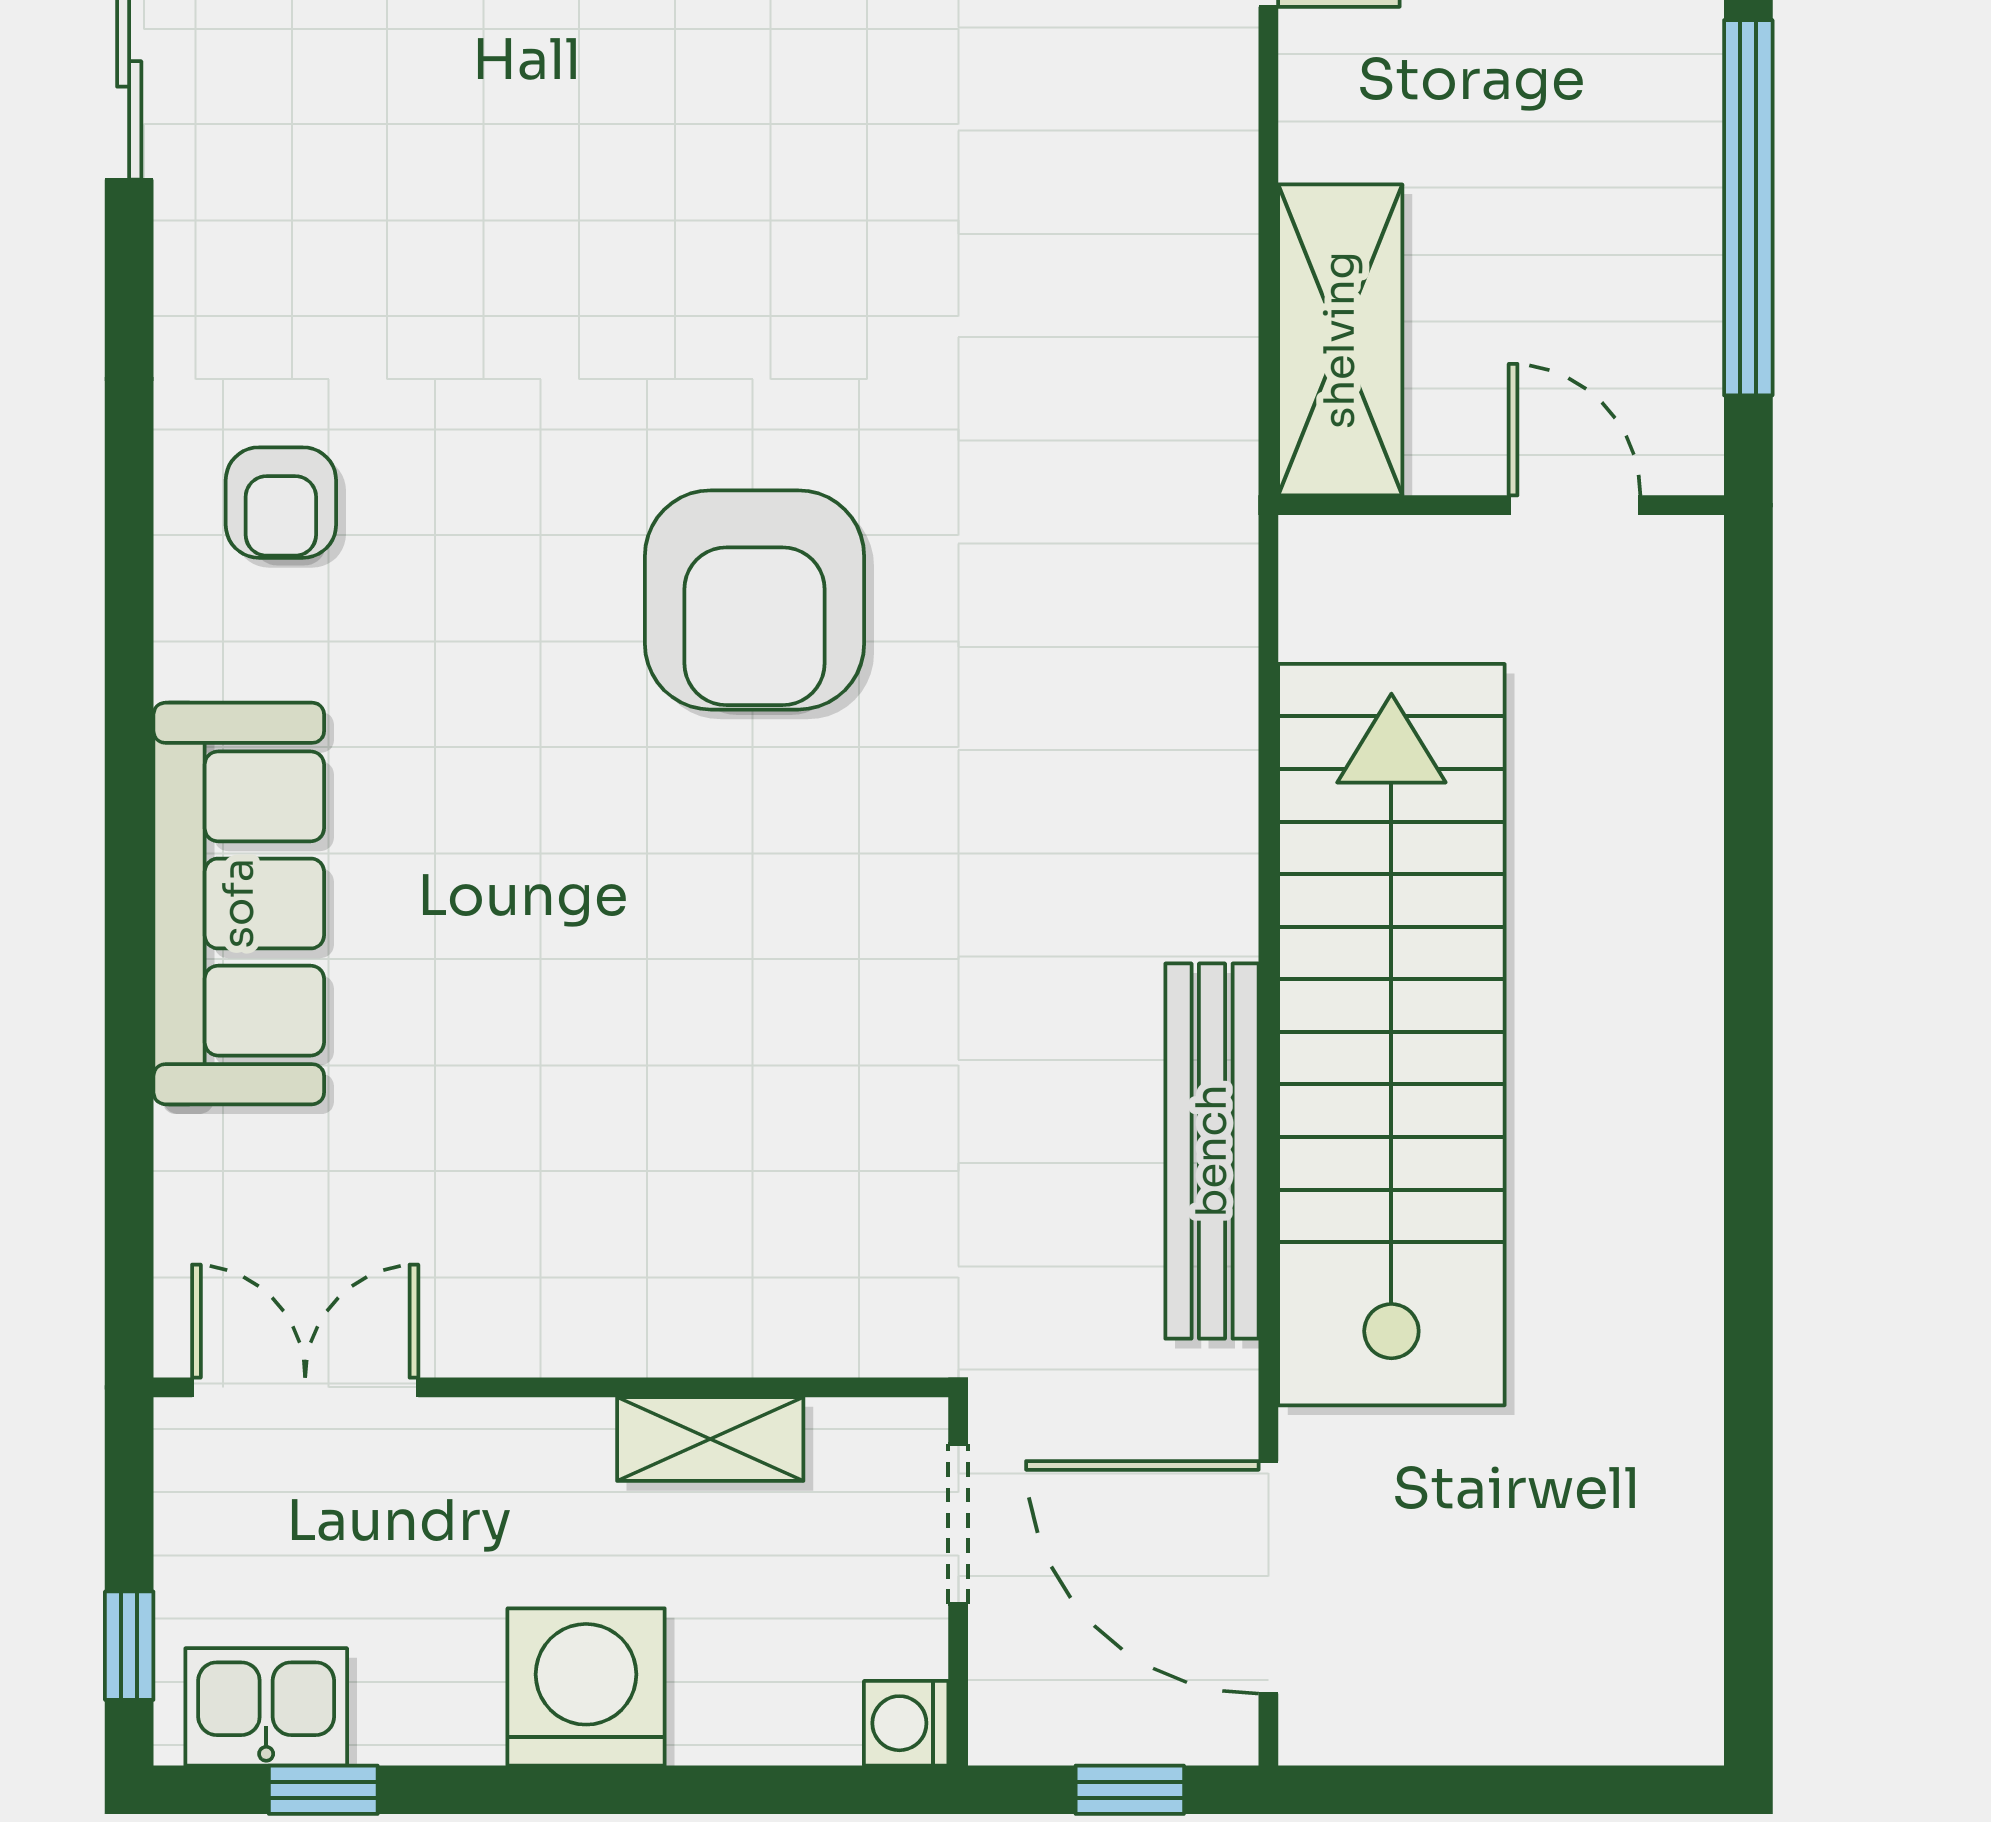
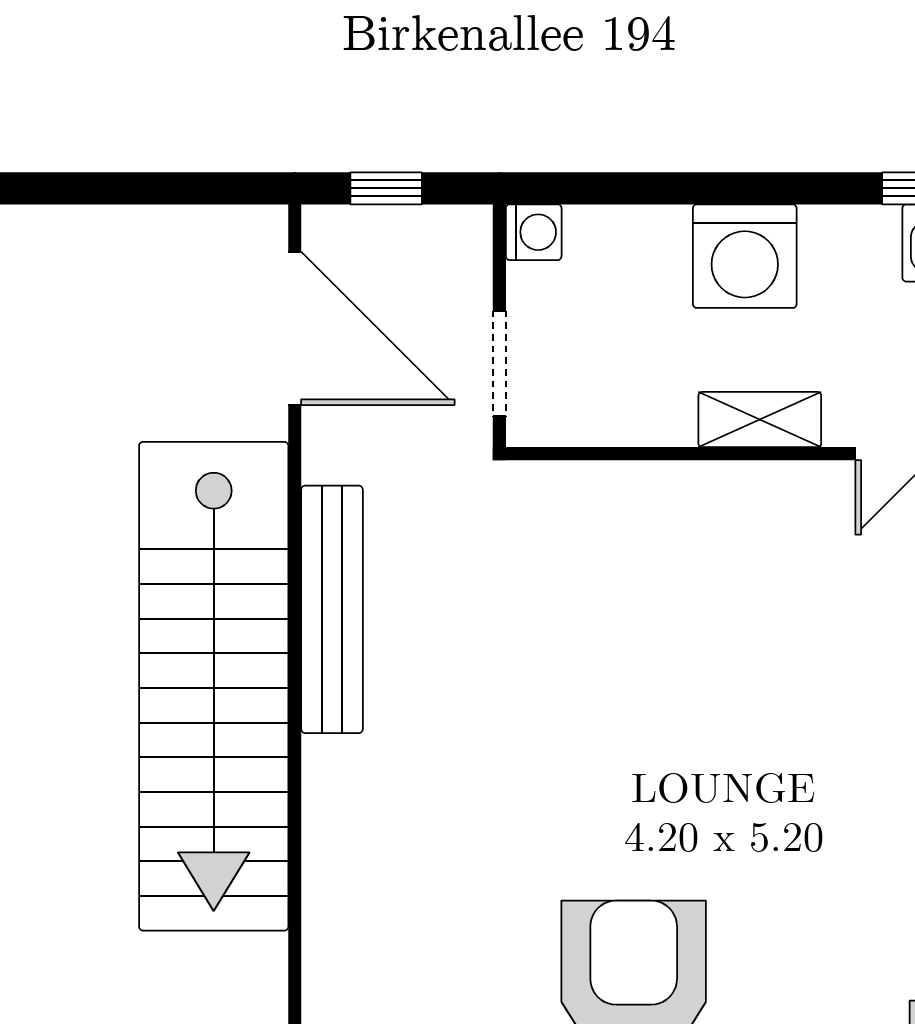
shelving: (710, 1439) -> (760, 420), moved

